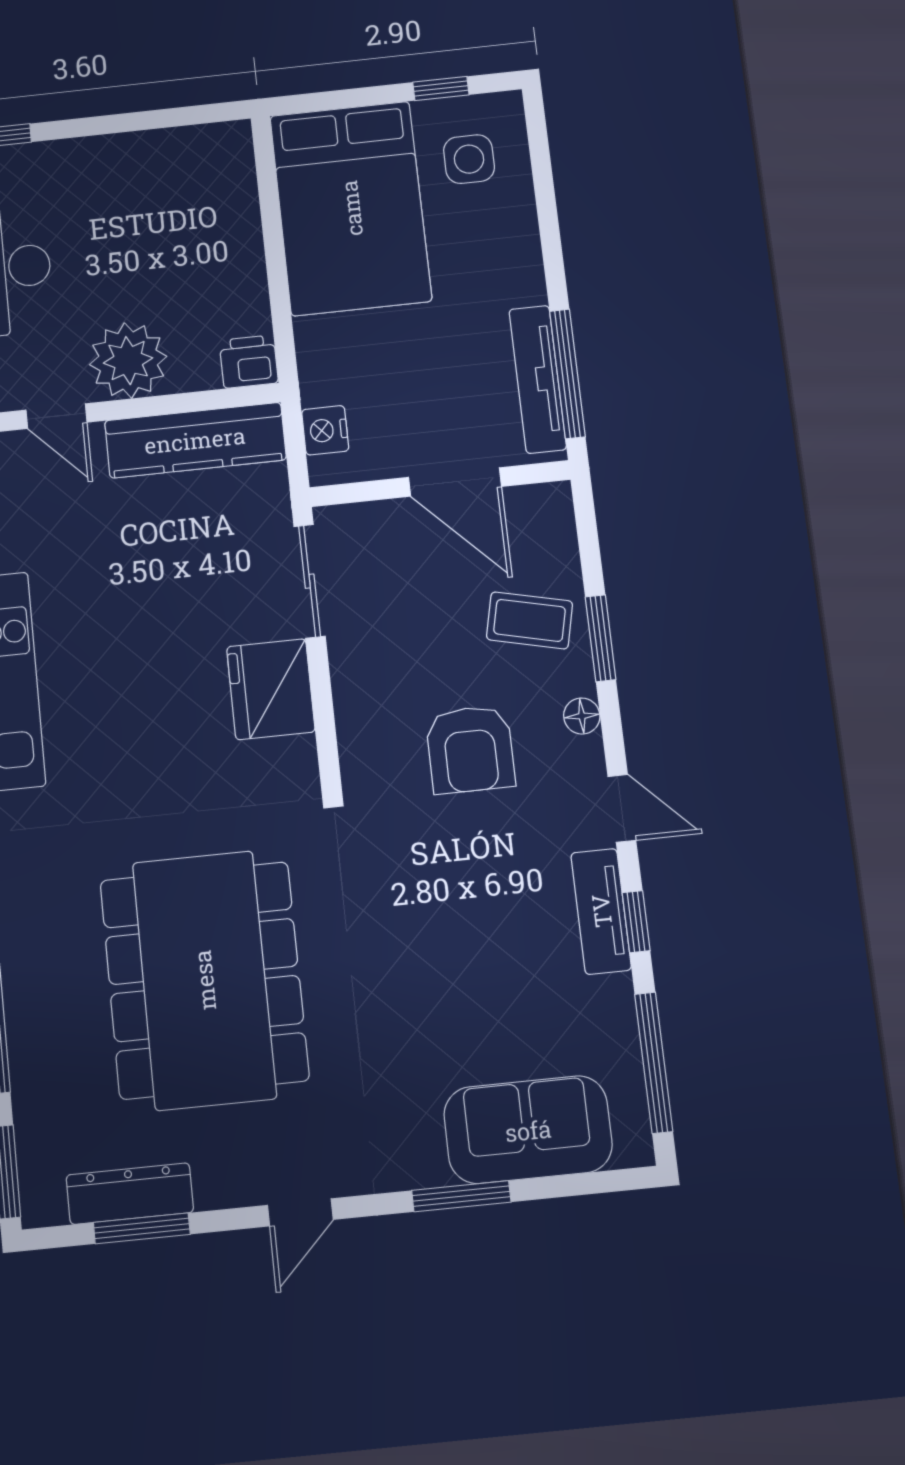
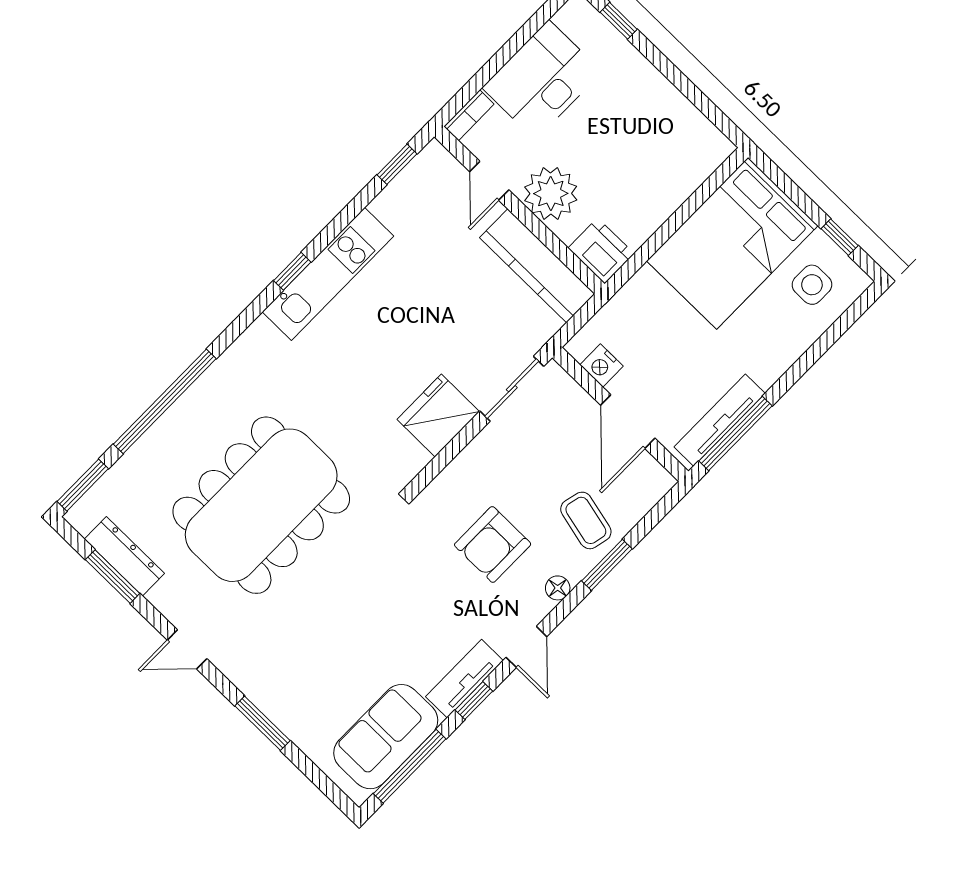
printer: (249, 362) -> (601, 251), width x1.36, depth x1.24
nightstand: (325, 430) -> (601, 365), moved, turned -90
sofa: (528, 1130) -> (386, 737), moved, turned -90

